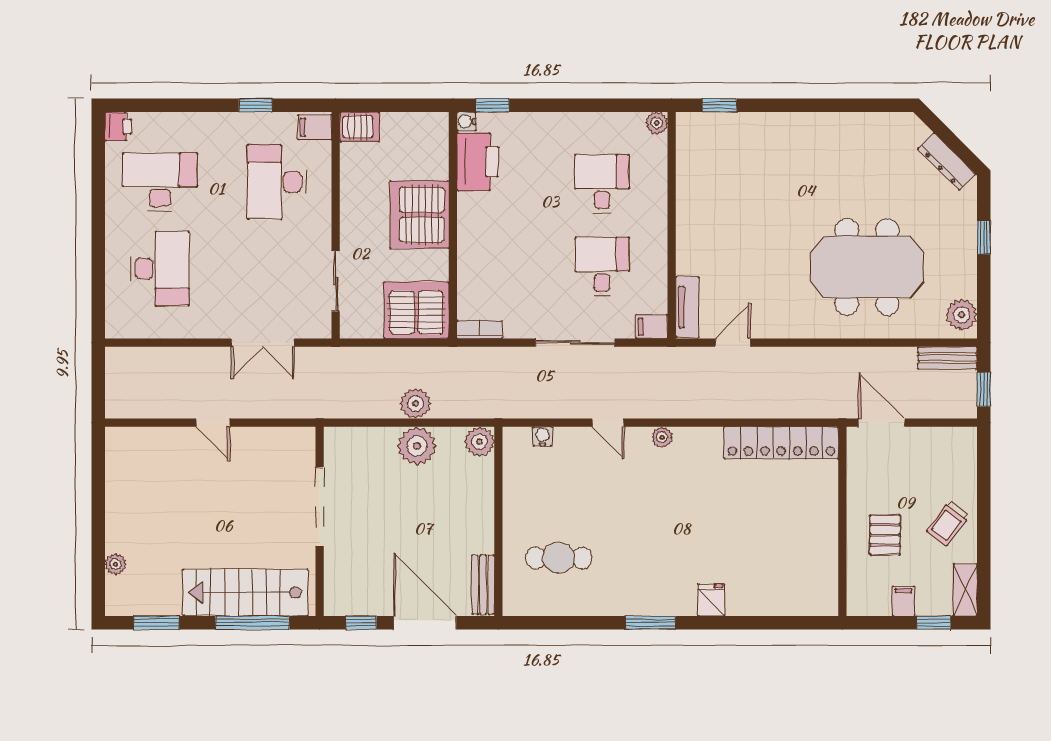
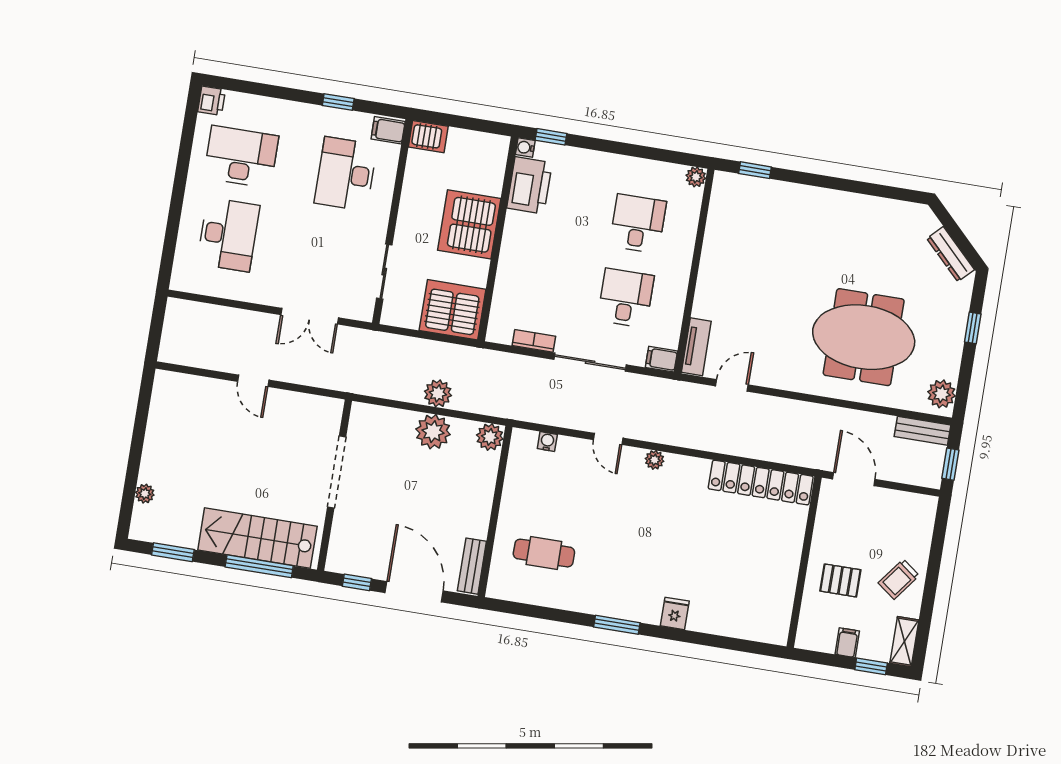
bookcase: (480, 330) -> (534, 341), moved
pallet: (885, 535) -> (840, 580), turned 90

